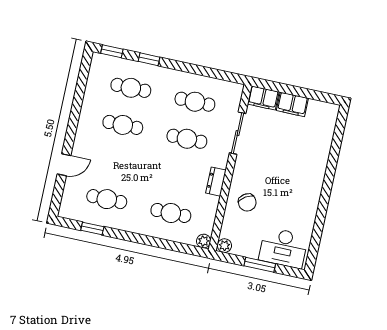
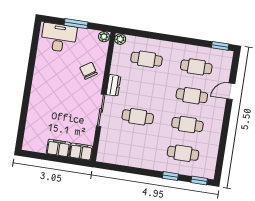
cafe table: (195, 102) -> (192, 96), moved
sliding door: (238, 133) -> (101, 110), moved
window: (92, 228) -> (220, 46), moved

